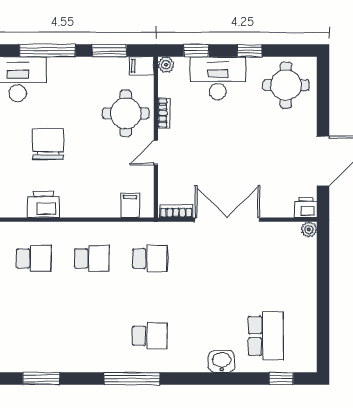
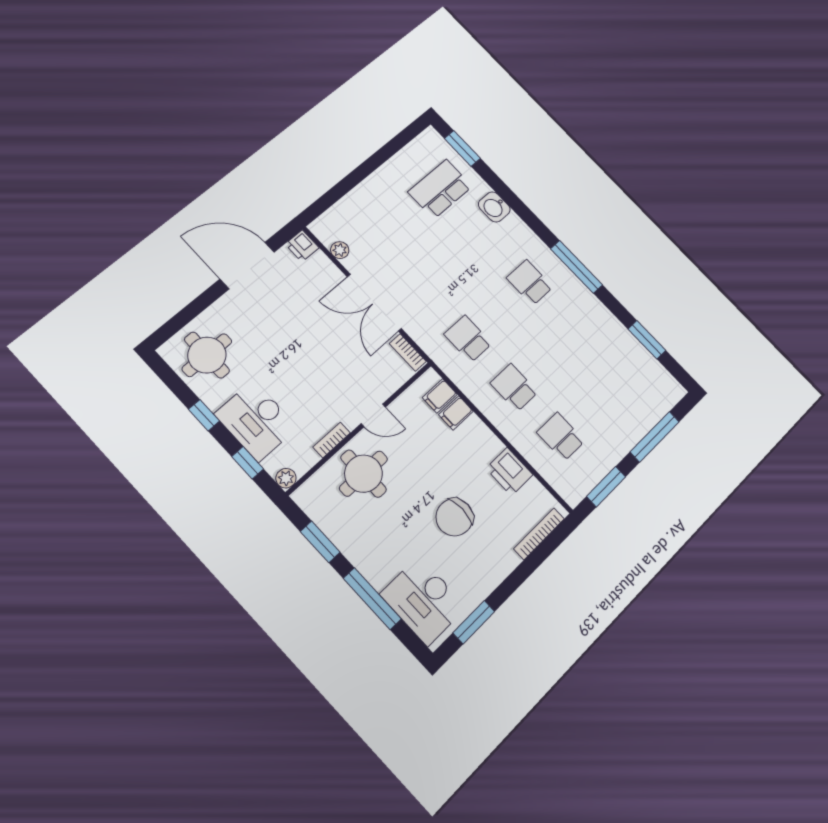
filing cabinet: (142, 66) -> (456, 413), moved, turned 90
plant: (309, 229) -> (340, 250), moved
window: (281, 379) -> (462, 148), width x1.50

